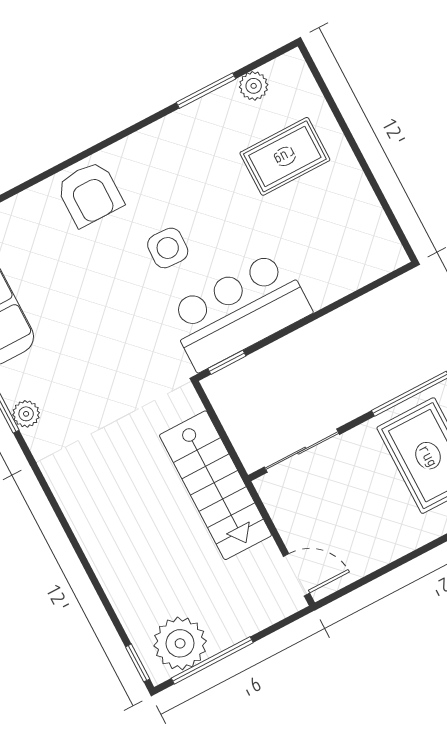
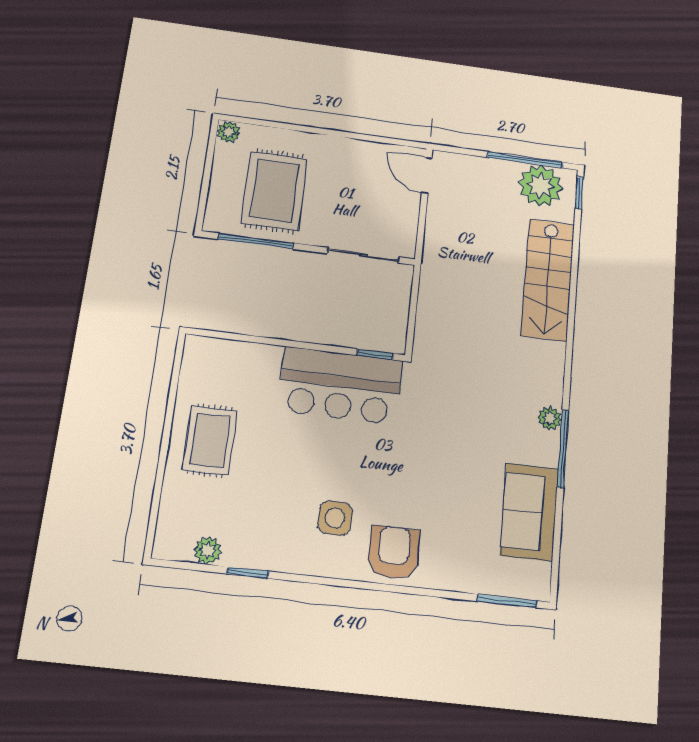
window: (206, 91) -> (248, 573), width x0.67
rug: (285, 156) -> (210, 440), moved, turned 90
side table: (168, 248) -> (335, 518), moved
stairs: (215, 485) -> (548, 280), moved, turned 180

